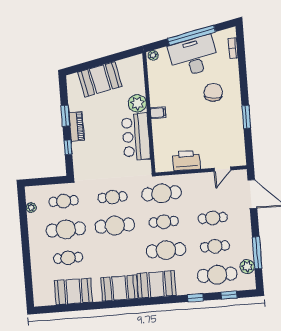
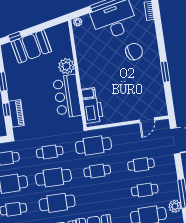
window: (82, 67) -> (15, 37), added
chair: (213, 92) -> (134, 52), turned 64
filing cabinet: (158, 113) -> (88, 93), moved
piano: (76, 126) -> (16, 113), moved
printer: (186, 161) -> (93, 110), moved, turned 90
cafe table: (166, 250) -> (57, 203), moved

